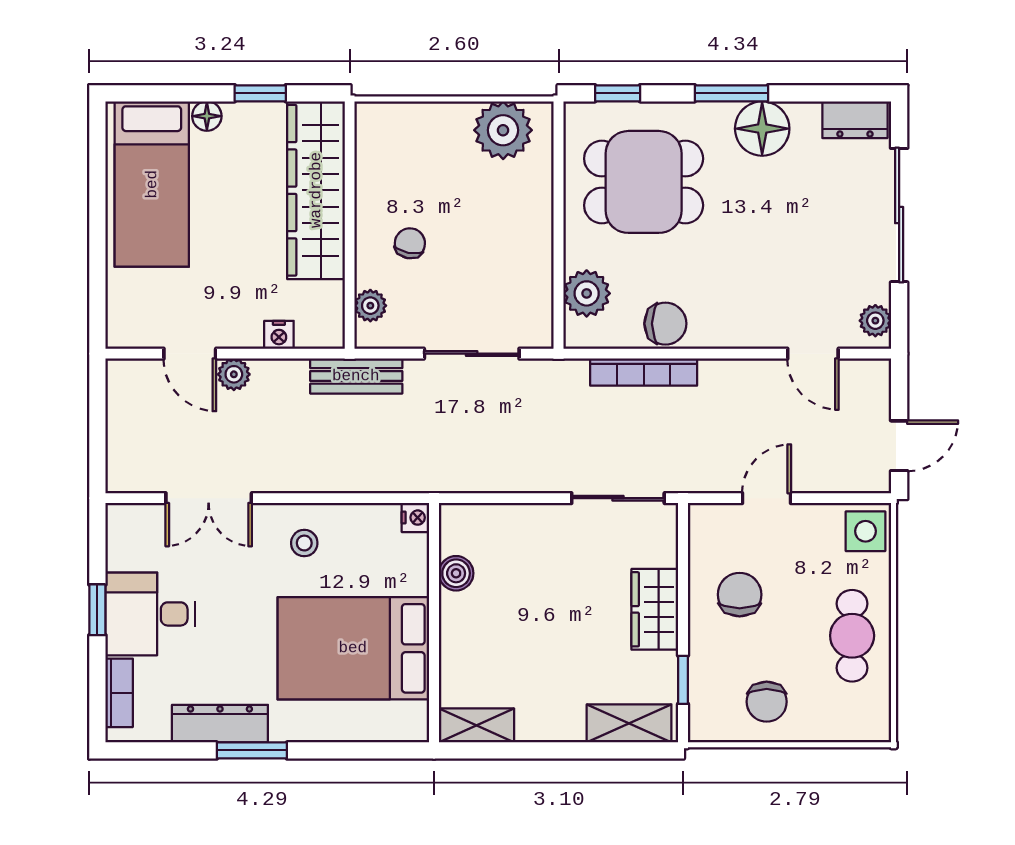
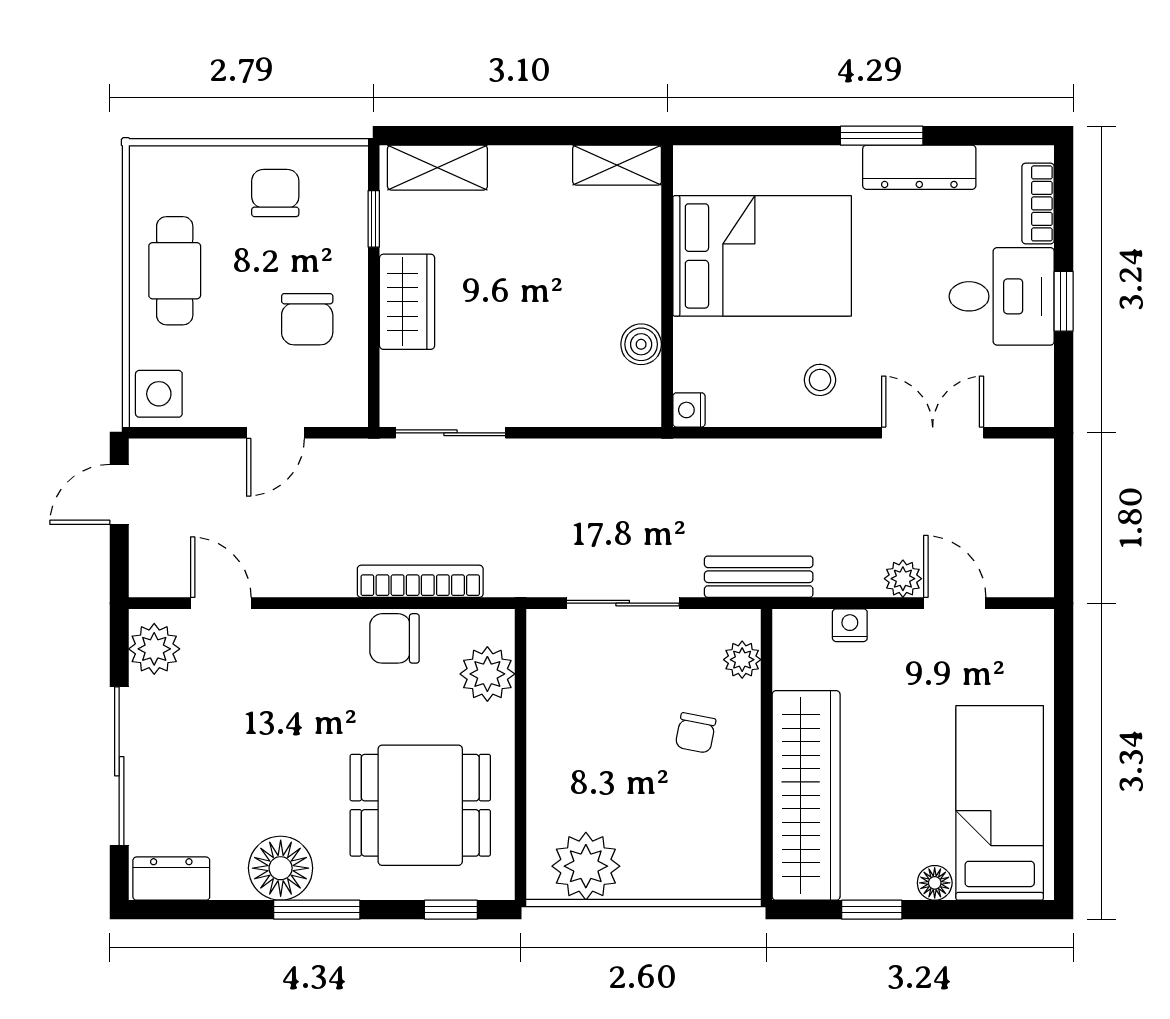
plant: (875, 321) -> (154, 649), width x1.38, depth x1.38

